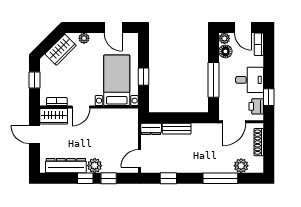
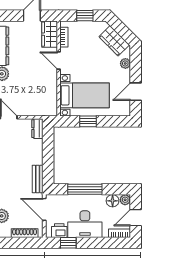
desk: (250, 80) -> (85, 224), width x1.37
bench: (177, 129) -> (38, 179), moved

